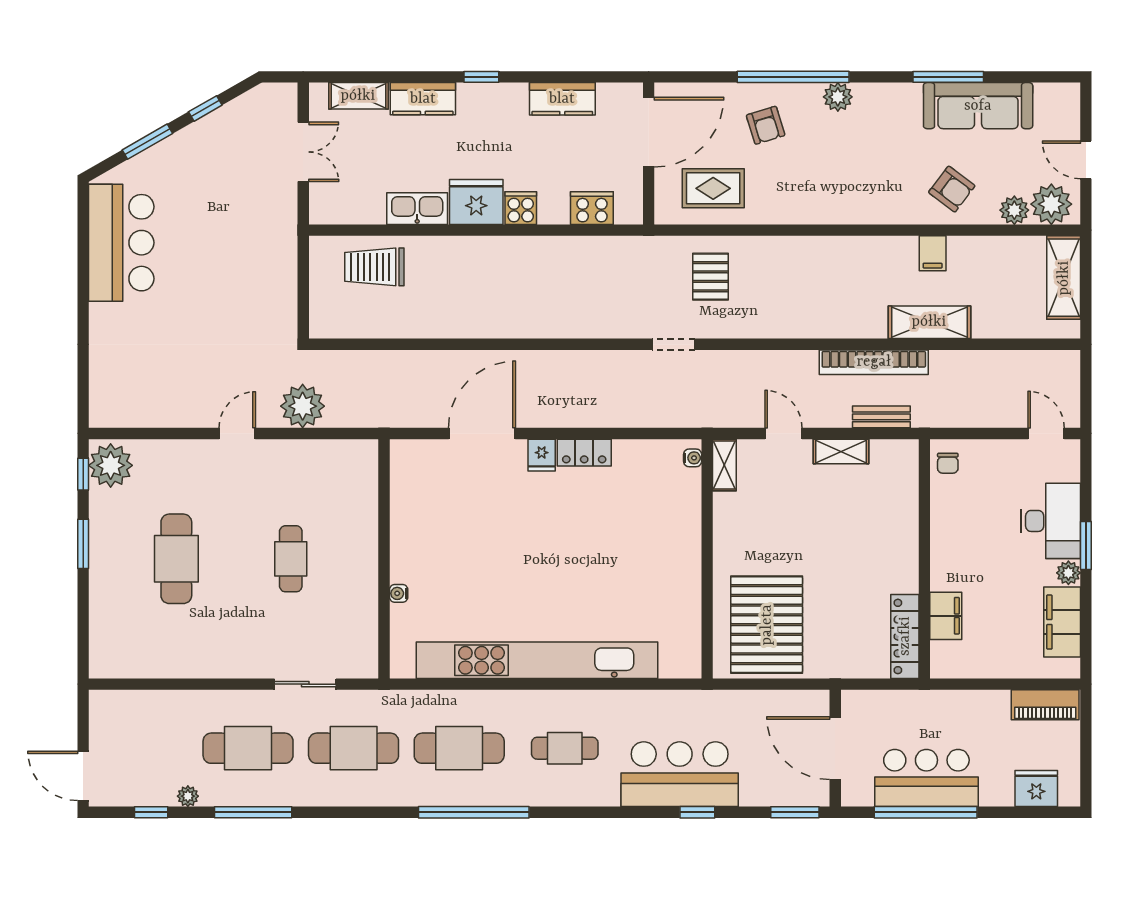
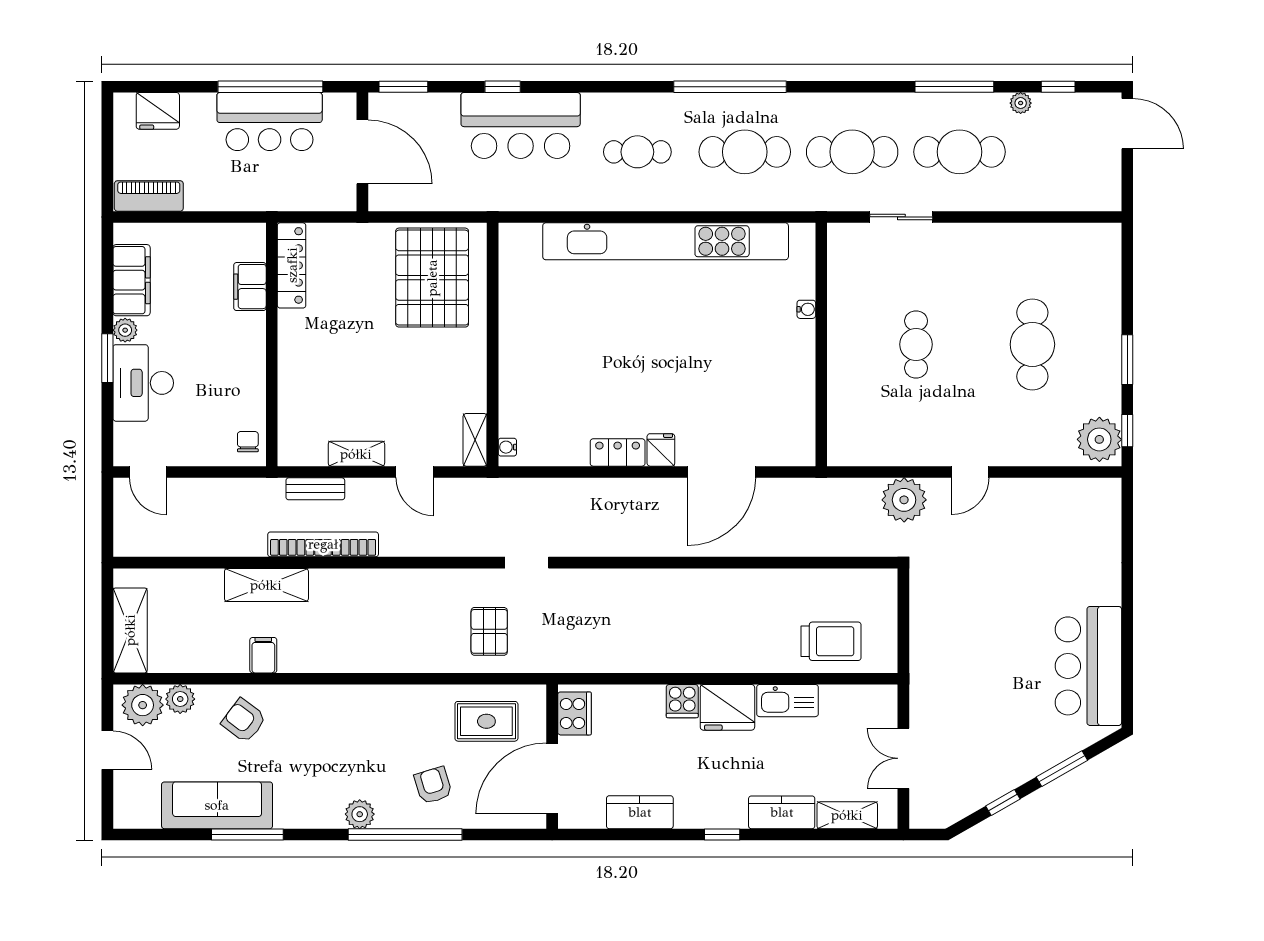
cooker: (592, 208) -> (575, 713), moved, turned -90

